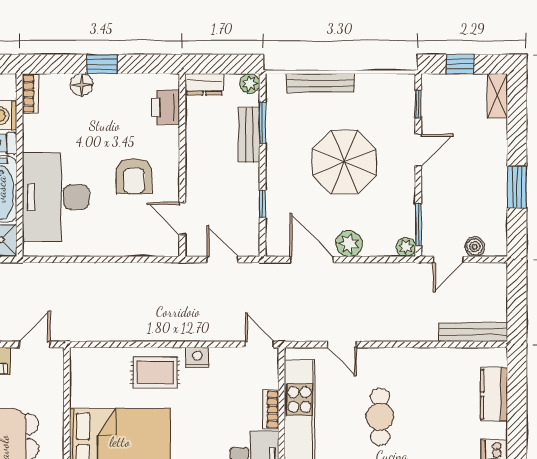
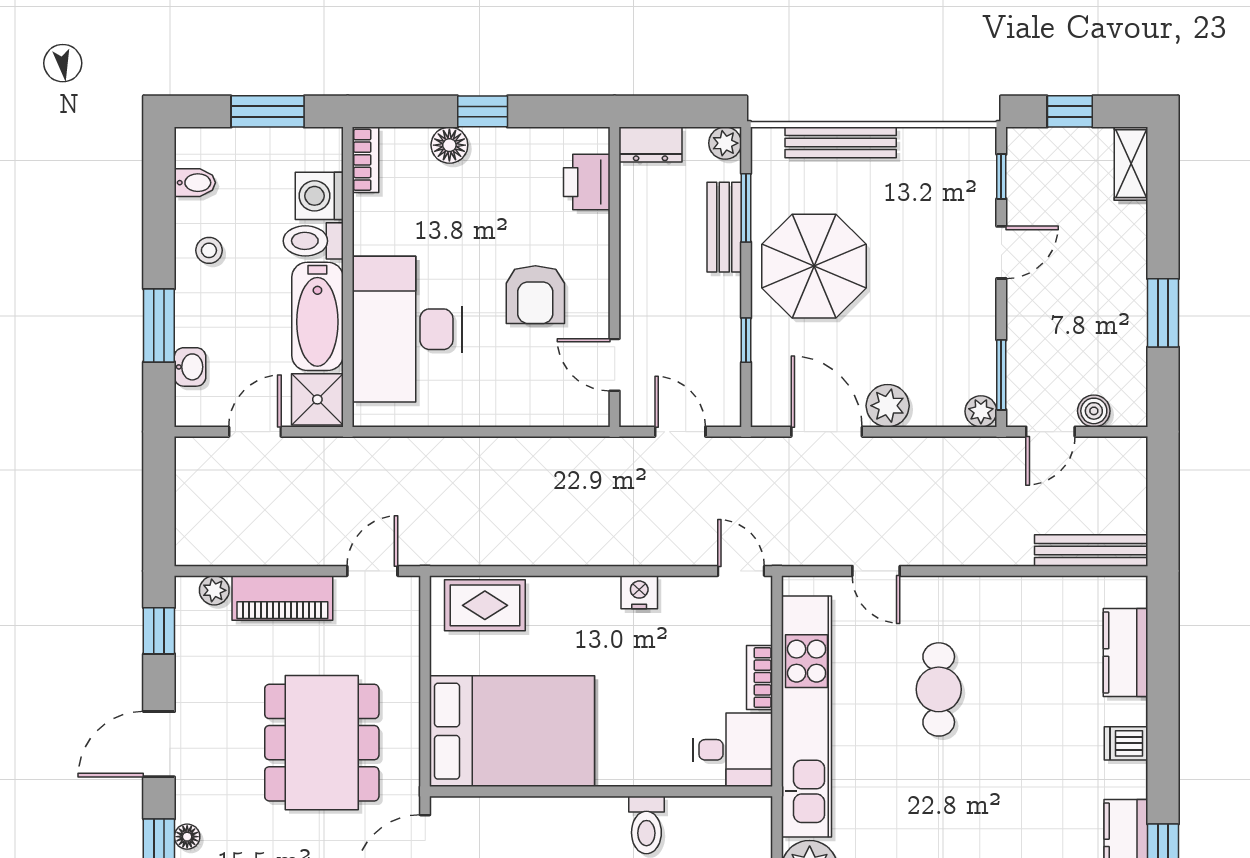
parasol: (344, 162) -> (814, 266), moved
rug: (155, 373) -> (485, 605), moved

